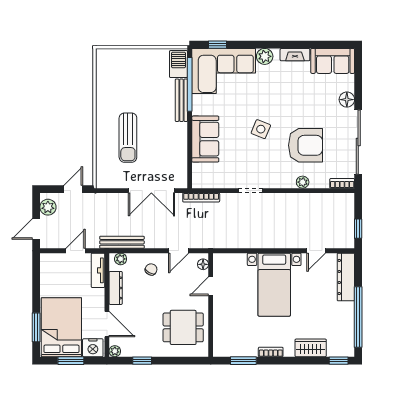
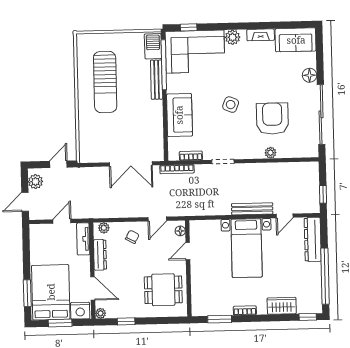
sun lounger: (128, 138) -> (105, 82), moved, width x1.36, depth x1.34
armchair: (305, 145) -> (272, 119), turned -90
bookcase: (342, 183) -> (191, 156), moved
bench: (122, 242) -> (252, 209), moved

